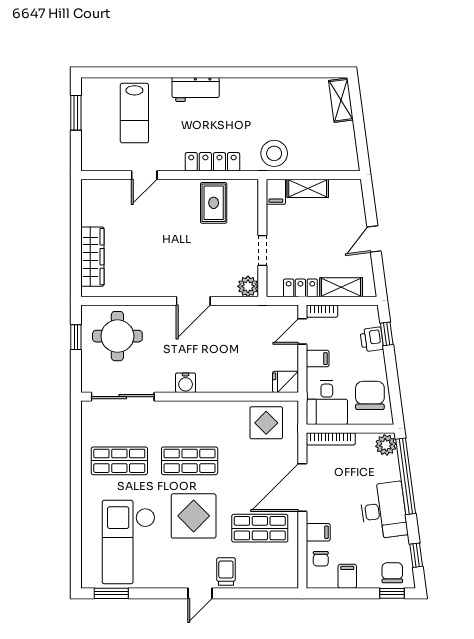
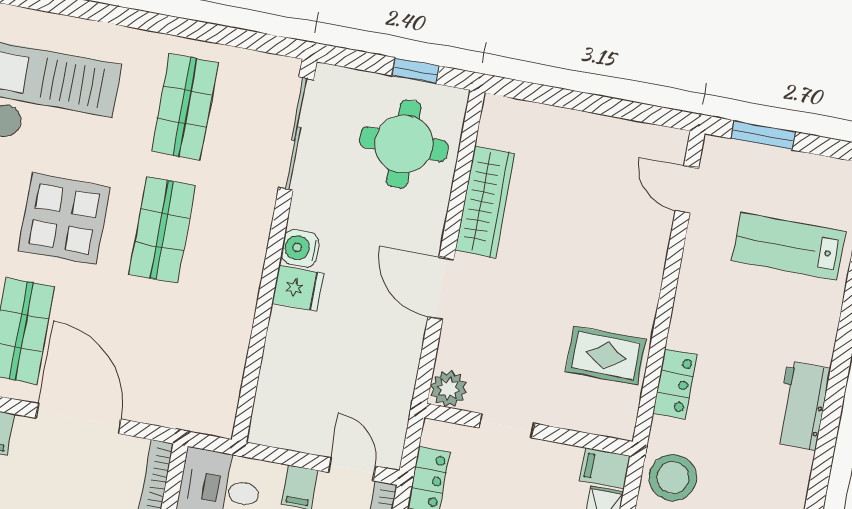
workbench: (196, 89) -> (802, 406), moved
window: (76, 113) -> (763, 135), moved
locker: (212, 162) -> (675, 384), width x0.66
door: (144, 175) -> (687, 189), moved
wardrobe: (92, 257) -> (485, 202), moved, turned -90
fridge: (286, 382) -> (298, 288), moved, turned 90
display table: (266, 423) -> (204, 376), removed

